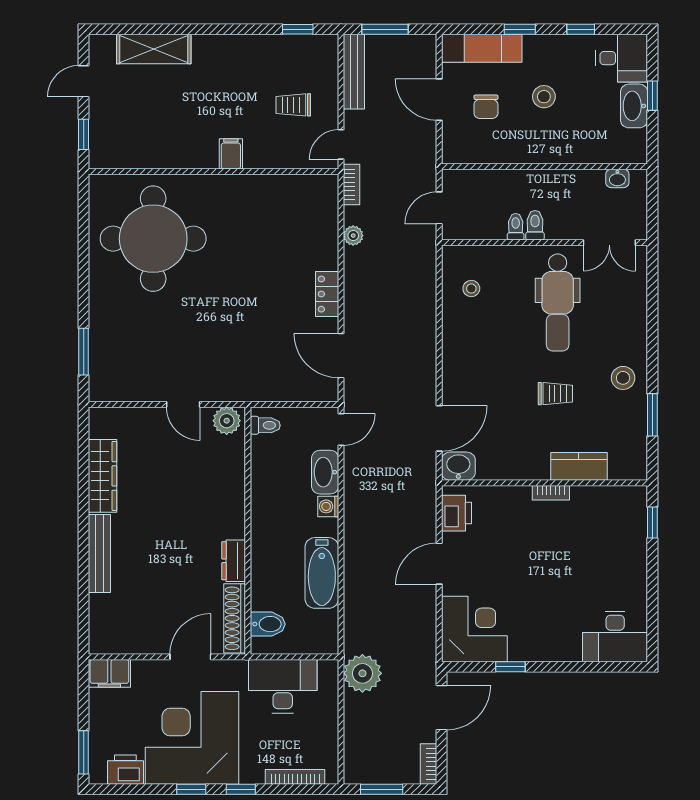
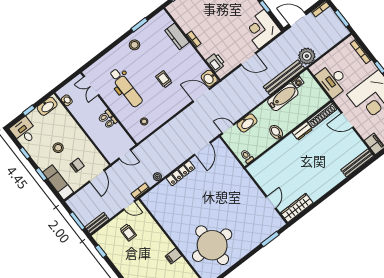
bench: (354, 72) -> (97, 223), width x0.73
door: (439, 100) -> (97, 176), moved
washbasin: (634, 106) -> (47, 106), moved
filing cabinet: (231, 154) -> (173, 256), moved
double door: (609, 243) -> (91, 86), swing flipped
locker: (327, 294) -> (181, 173), width x1.53
dental chair: (558, 303) -> (126, 88), turned 90
trolley: (555, 394) -> (164, 79), moved
door: (183, 404) -> (271, 202), moved
plant: (227, 421) -> (256, 171), removed
wardrobe: (103, 476) -> (297, 208), moved
washing machine: (328, 506) -> (298, 82), moved
printer: (456, 513) -> (216, 62), moved, turned 90
bench: (99, 554) -> (357, 163), moved
bench: (356, 602) -> (284, 77), added
bidet: (268, 624) -> (276, 132), moved

